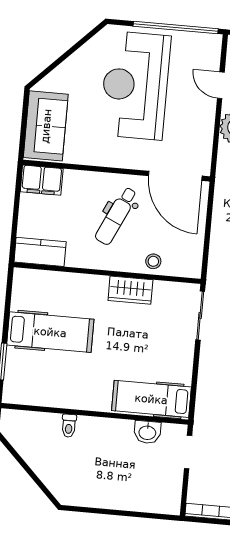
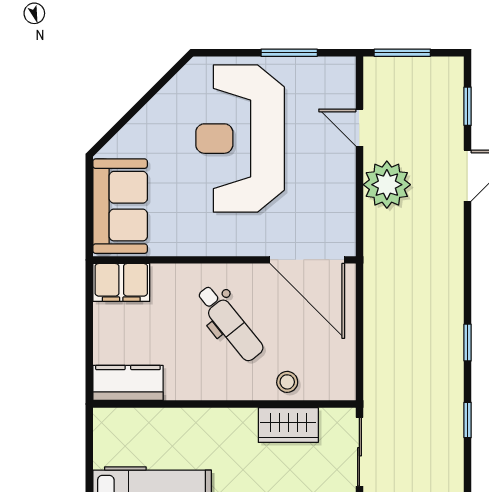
window: (176, 28) -> (289, 53), width x0.47
dental chair: (116, 216) -> (230, 323), turned -64
wardrobe: (130, 290) -> (288, 425), moved

